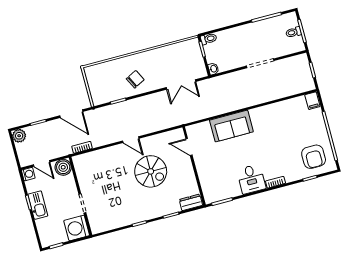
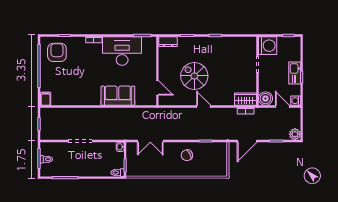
double door: (181, 84) -> (150, 141), swing flipped
door: (71, 114) -> (247, 141), swing flipped
wardrobe: (86, 161) -> (246, 99), added
desk: (251, 179) -> (122, 51), width x1.87, depth x1.30

